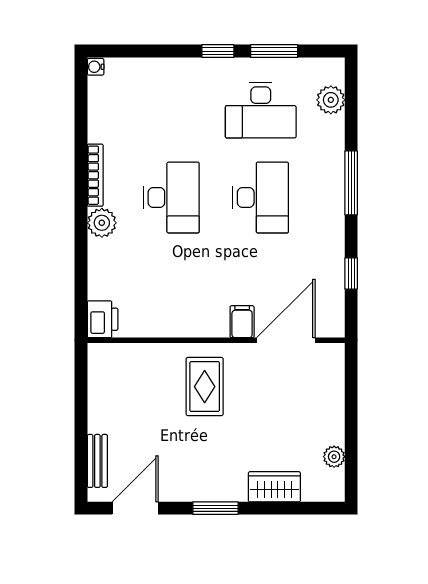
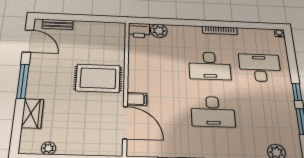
desk: (261, 110) -> (260, 68), moved, turned 90
plant: (102, 223) -> (159, 31), moved
rug: (205, 387) -> (98, 78), width x1.36, depth x1.43
window: (215, 508) -> (23, 81), width x1.44

